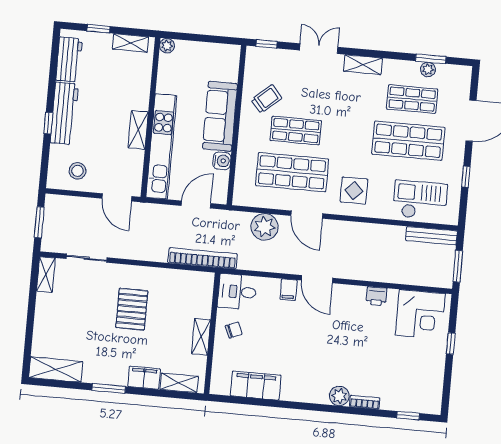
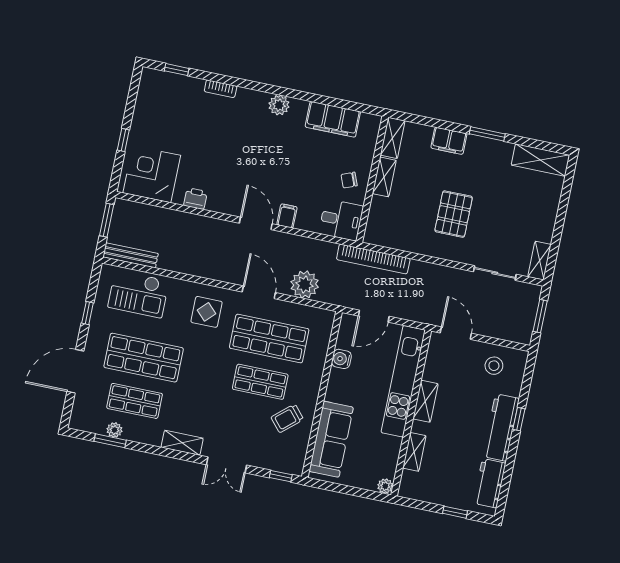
shelving: (130, 43) -> (414, 452), moved, turned 90
sofa: (220, 116) -> (331, 439), moved
shelving: (179, 383) -> (393, 138), moved, turned 90
plant: (339, 396) -> (279, 105), moved

